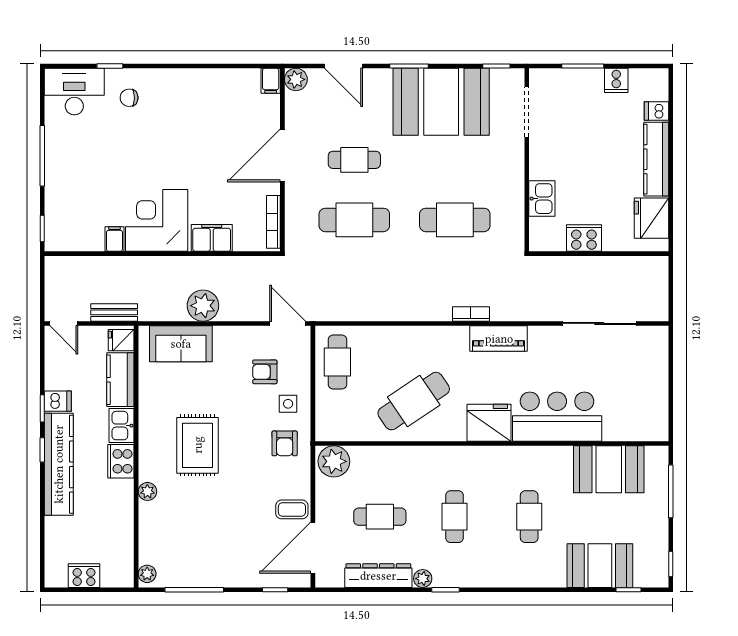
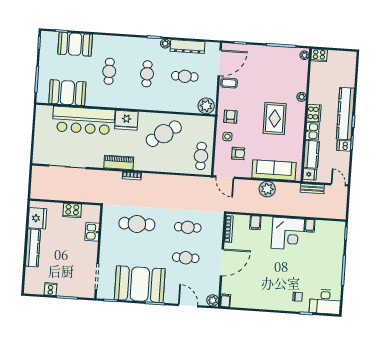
dishwasher: (657, 111) -> (31, 272), removed
cafe table: (354, 220) -> (188, 227), width x0.73, depth x0.74
filing cabinet: (212, 238) -> (255, 223), width x0.50
sofa: (181, 344) -> (274, 170), width x1.36
bar counter: (557, 417) -> (84, 120), width x1.36
cooker: (84, 576) -> (319, 55), moved

